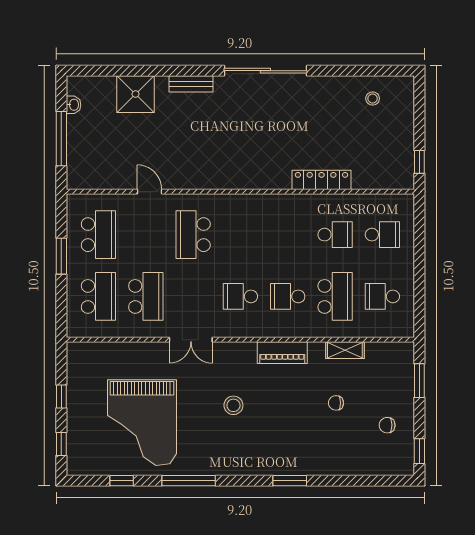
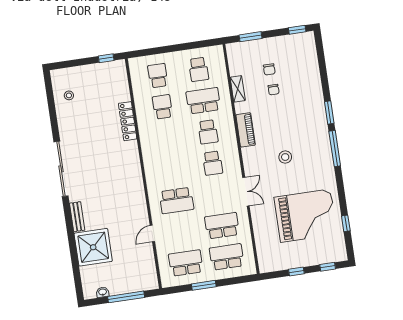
shower: (135, 94) -> (93, 247), width x1.37, depth x1.37
chair: (387, 425) -> (269, 69), moved
window: (189, 481) -> (335, 149), moved

